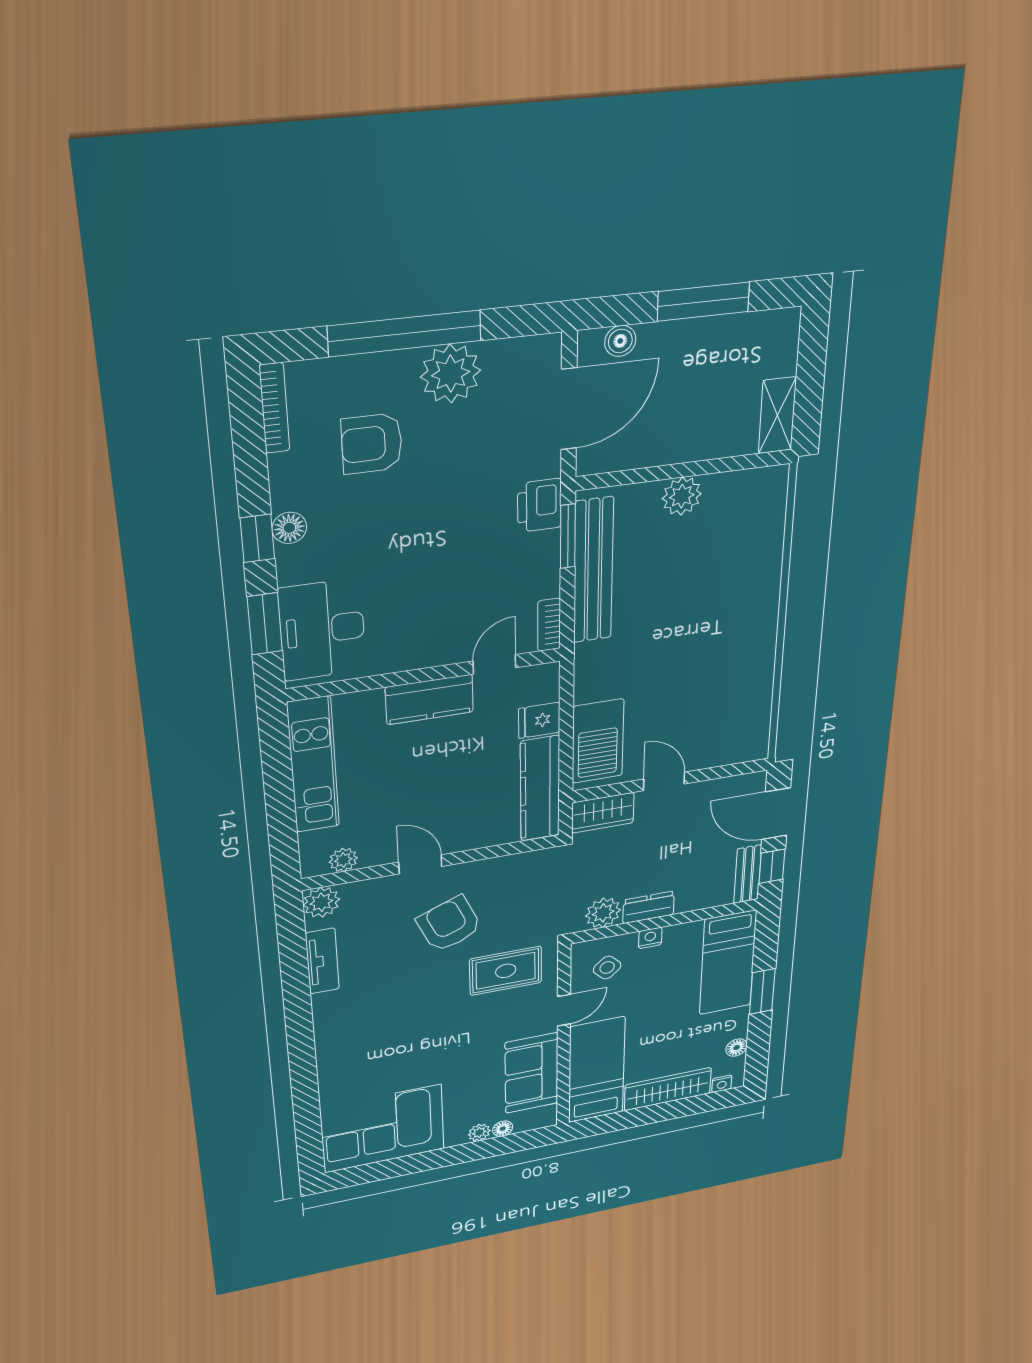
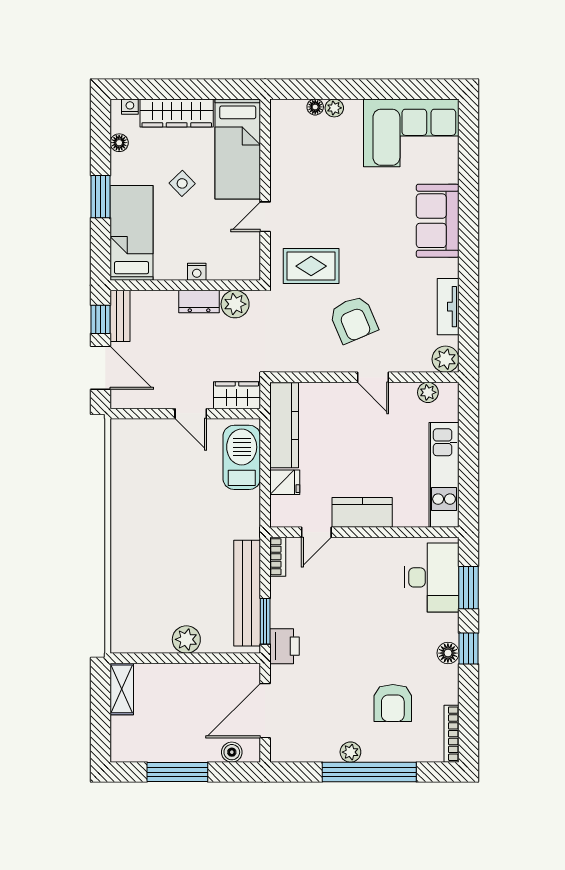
plant: (451, 374) -> (350, 752), width x0.53, depth x0.53
armchair: (372, 444) -> (393, 703), turned 90
side table: (607, 968) -> (182, 183), moved
sofa: (532, 1073) -> (438, 221), moved, turned 180

